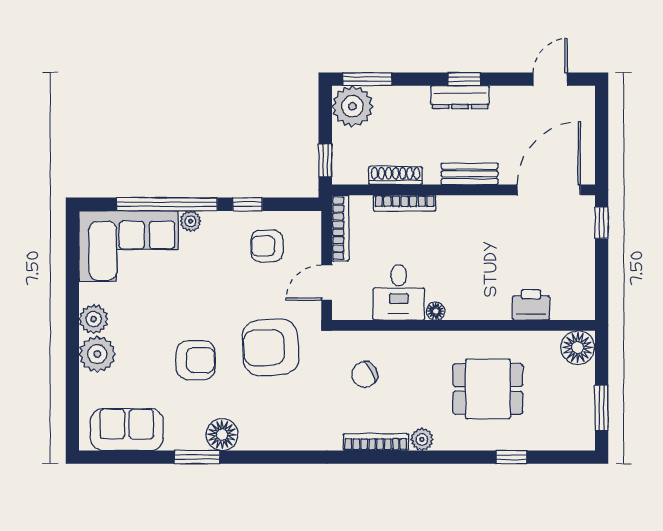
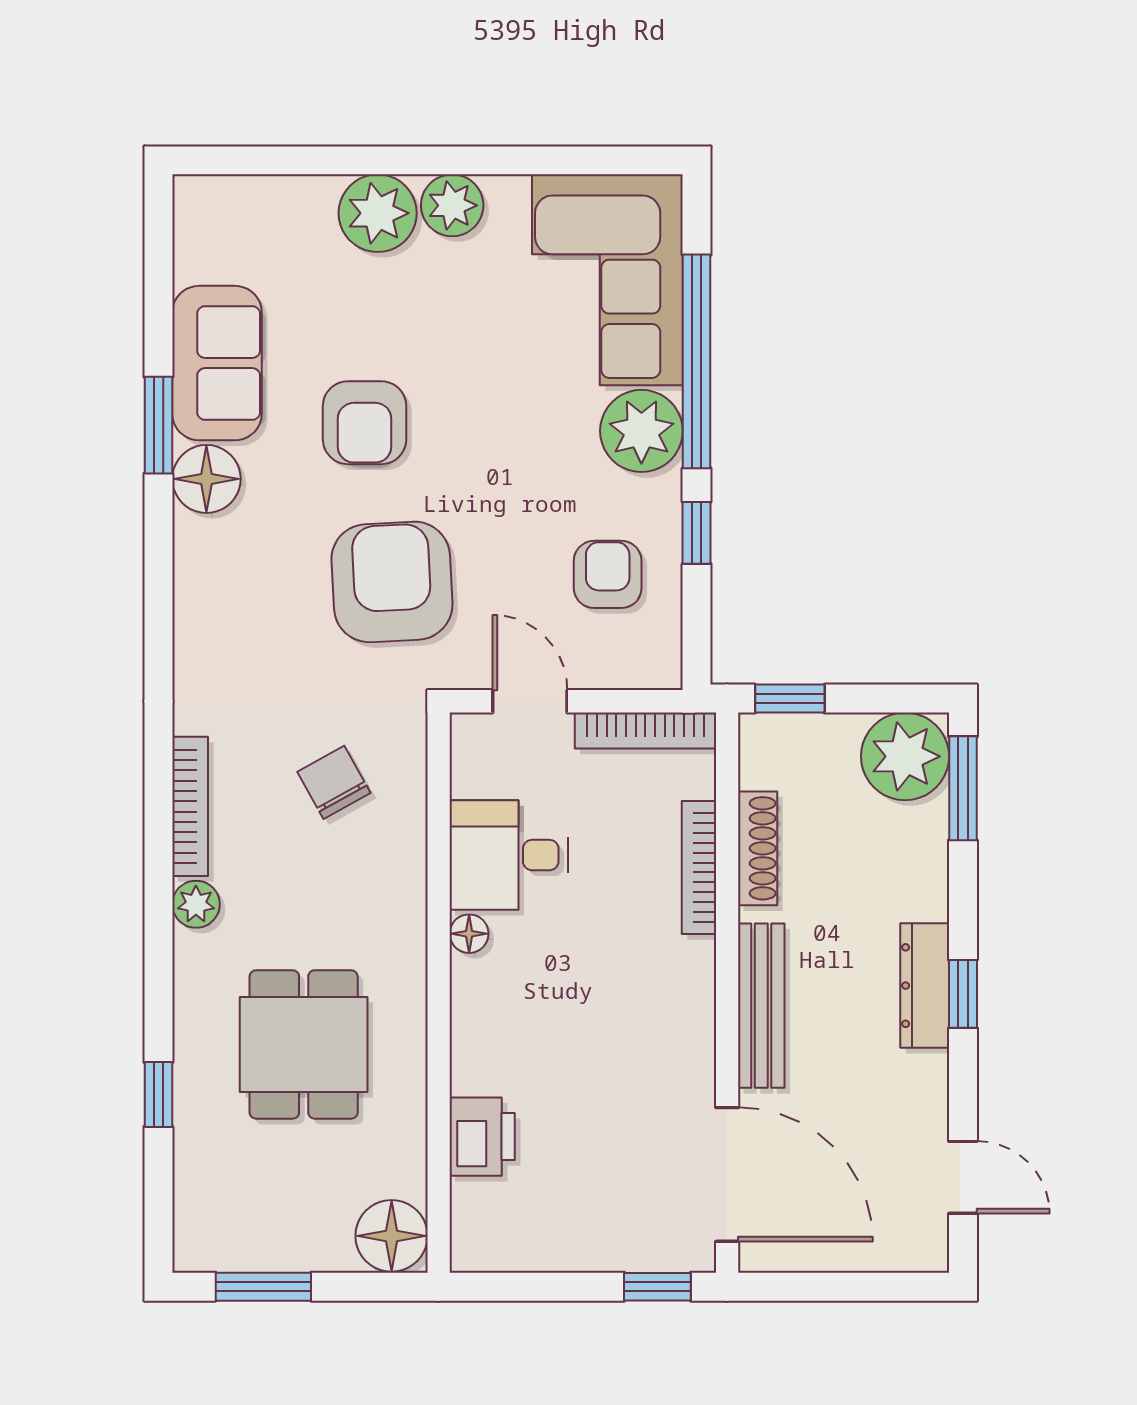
bench: (470, 174) -> (761, 1006), width x1.36
plant: (191, 221) -> (641, 431), width x1.88, depth x1.88
sofa: (127, 430) -> (217, 363), moved

